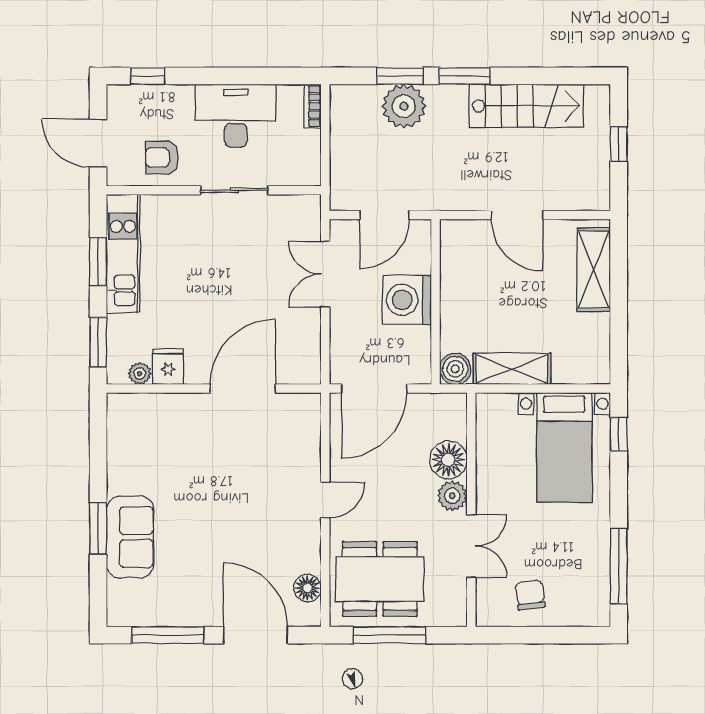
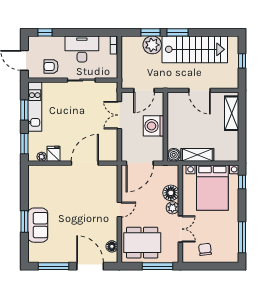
stairs: (526, 106) -> (195, 49), width x1.36, depth x1.51
bed with nightstands: (564, 447) -> (212, 188), width x1.36
window: (390, 635) -> (158, 266), moved

